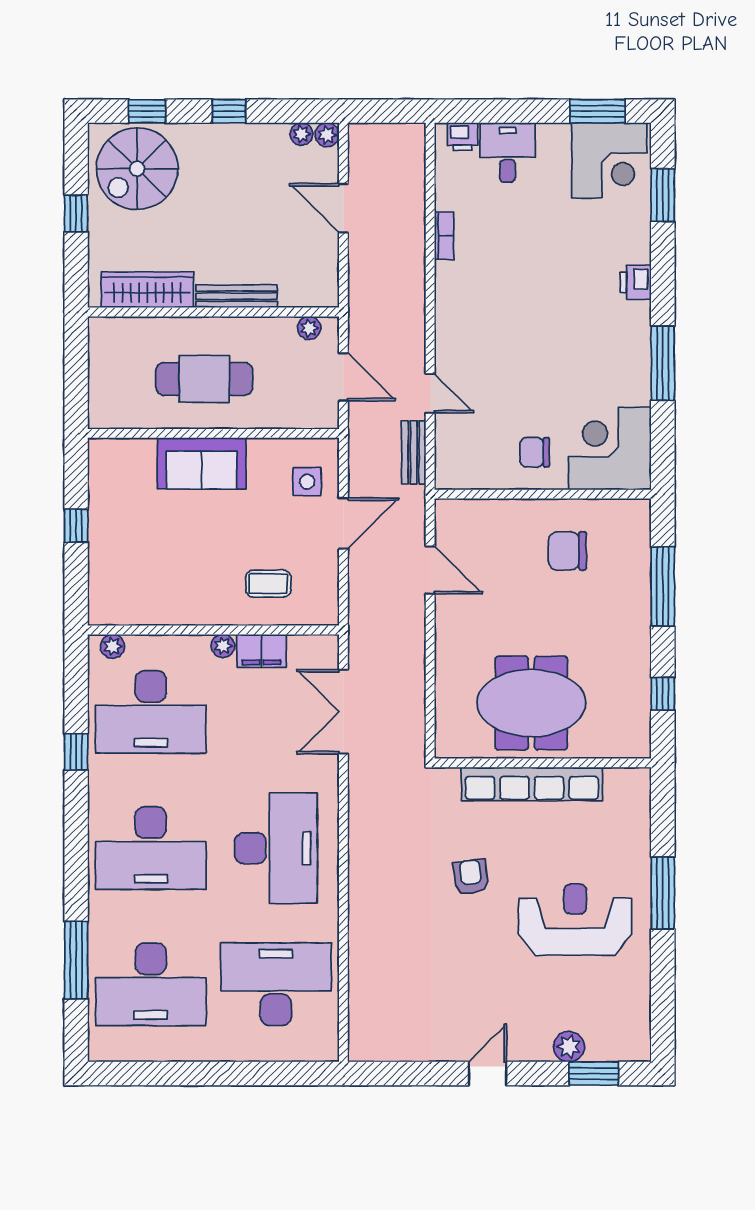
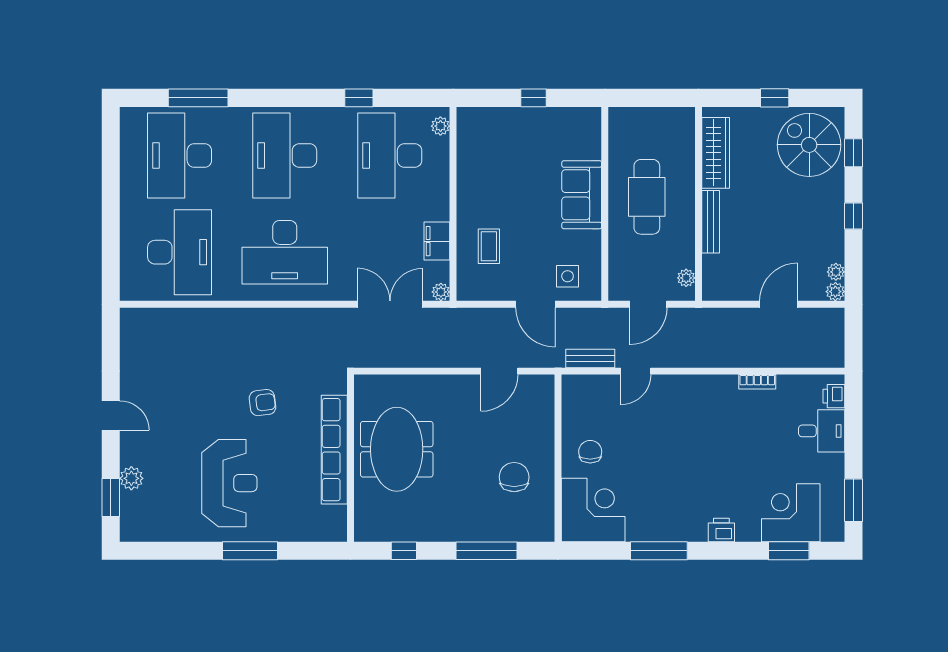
corner desk: (609, 160) -> (791, 513), moved, turned 90
plant: (223, 646) -> (441, 292), moved

